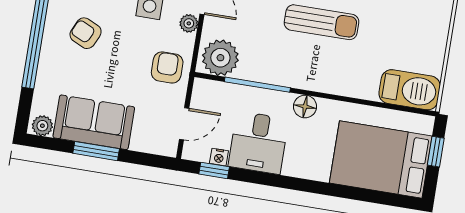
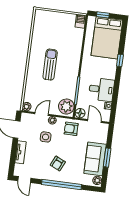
barbecue: (410, 90) -> (80, 21), width x0.53, depth x0.65
floor lamp: (305, 107) -> (80, 113), moved
window: (214, 170) -> (120, 60), moved

